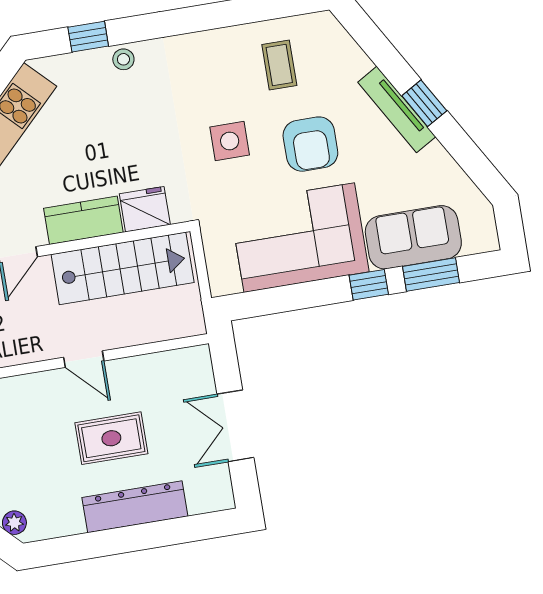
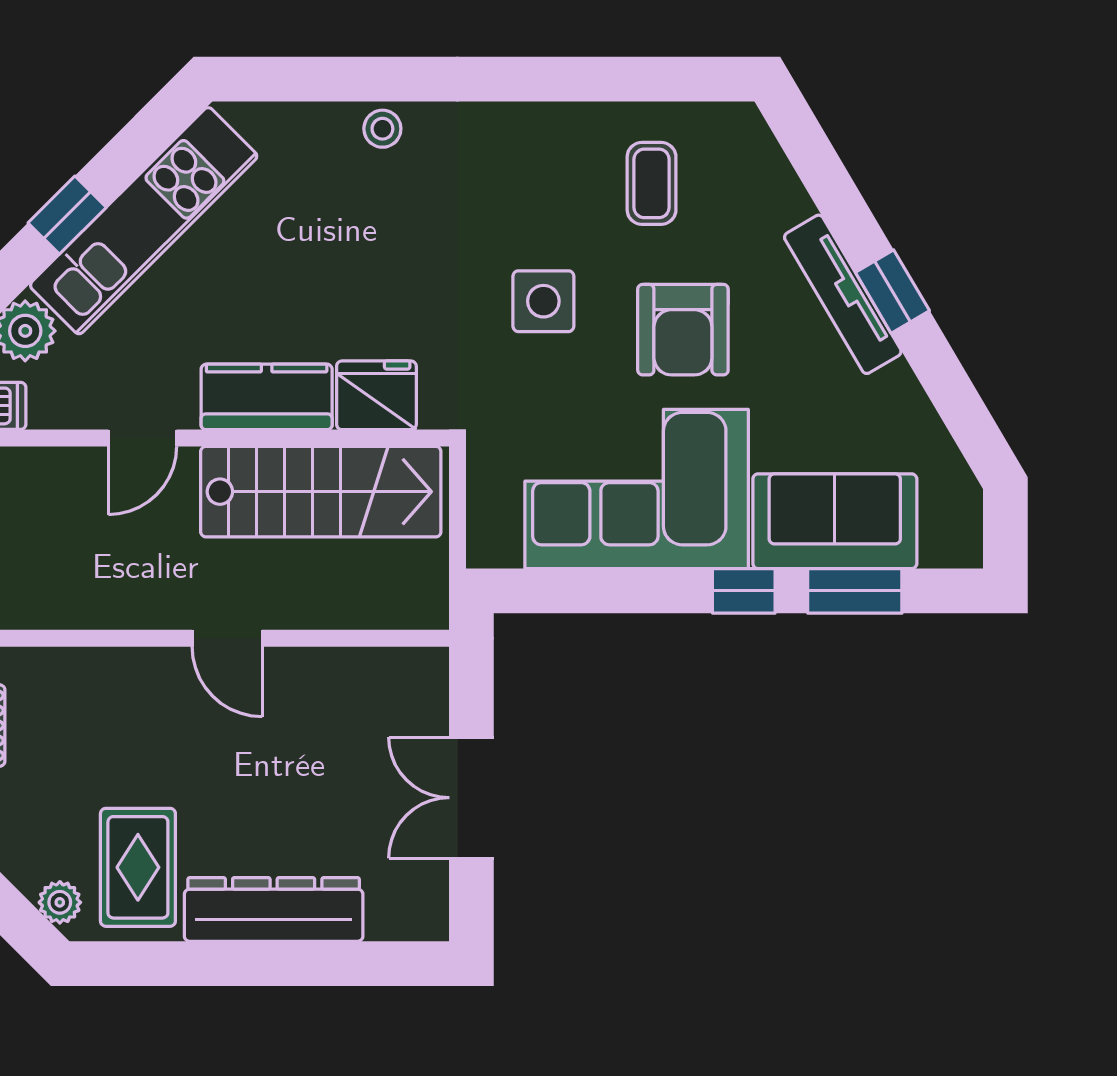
window: (88, 37) -> (328, 79), removed
rug: (111, 438) -> (138, 867), moved, turned 90

